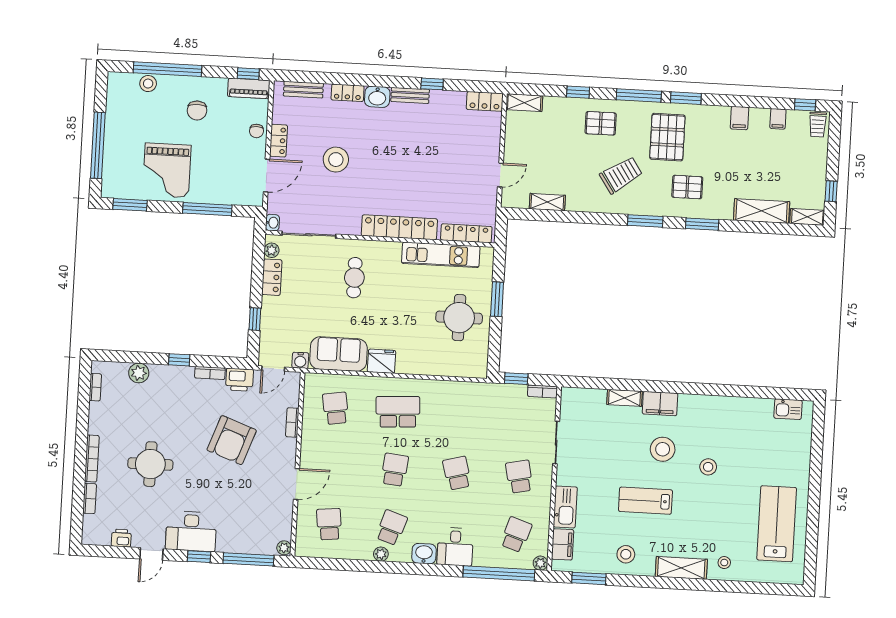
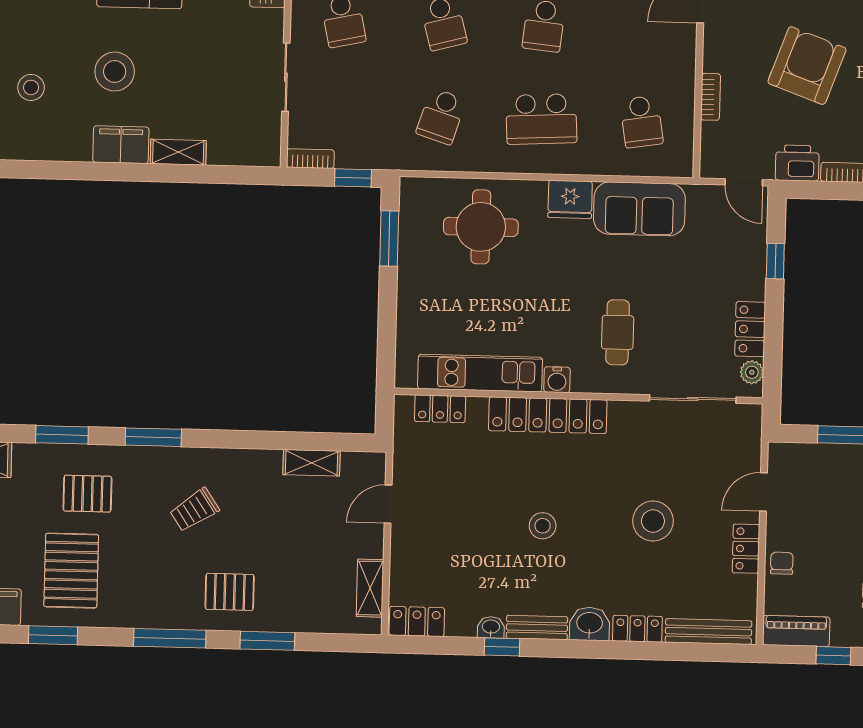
window: (248, 74) -> (833, 656), moved
bench: (303, 90) -> (708, 632), width x1.36
window: (578, 92) -> (267, 641), width x1.50
window: (686, 98) -> (53, 635), moved
shelving: (524, 103) -> (370, 588), moved, turned 90
pallet: (667, 137) -> (71, 571), moved
stool: (405, 159) -> (543, 526), added
trolley: (621, 175) -> (194, 510), width x0.73, depth x0.72
door: (267, 176) -> (763, 492), width x0.73
washbasin: (272, 223) -> (491, 627), moved, turned 90
locker: (466, 233) -> (440, 409), width x0.66
window: (497, 299) -> (389, 238), moved
round table: (459, 318) -> (481, 227), moved
water cooler: (300, 360) -> (557, 380), moved, turned 180
door: (273, 369) -> (744, 182), swing flipped
school desk: (460, 415) -> (441, 116), added
stool: (708, 467) -> (31, 87), moved

